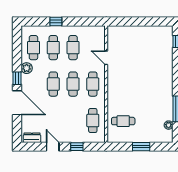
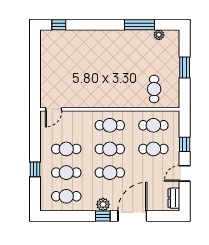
door: (106, 58) -> (54, 109), moved
plant: (27, 68) -> (103, 204), moved
cafe table: (73, 120) -> (153, 149), added

